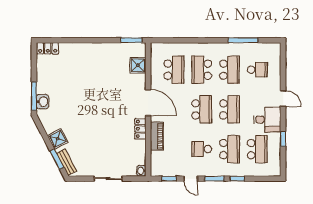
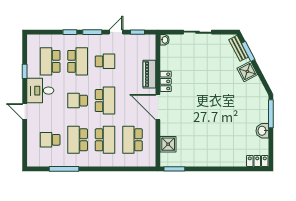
washbasin: (43, 102) -> (262, 131), moved
school desk: (202, 109) -> (105, 101), turned 180
school desk: (229, 109) -> (78, 101), width x0.54
school desk: (229, 149) -> (78, 61), turned 180
door: (191, 179) -> (116, 32), hinge flipped

